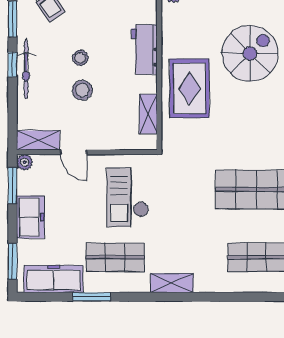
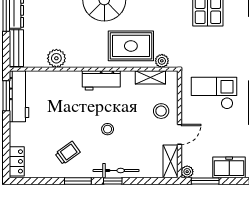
stool: (82, 90) -> (161, 111), moved
plant: (170, 129) -> (162, 61), added
checkout: (128, 197) -> (214, 93), turned 180

